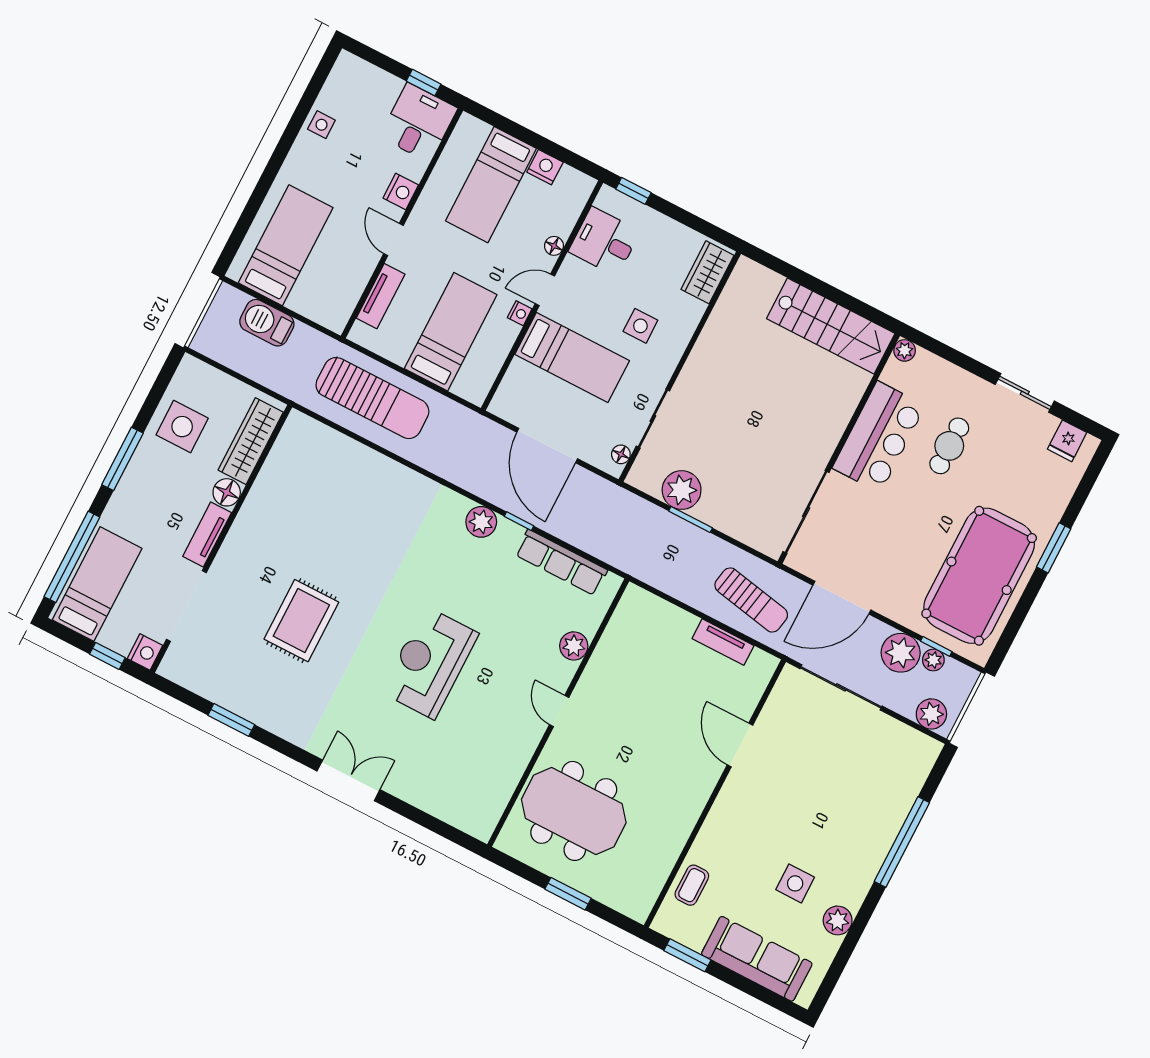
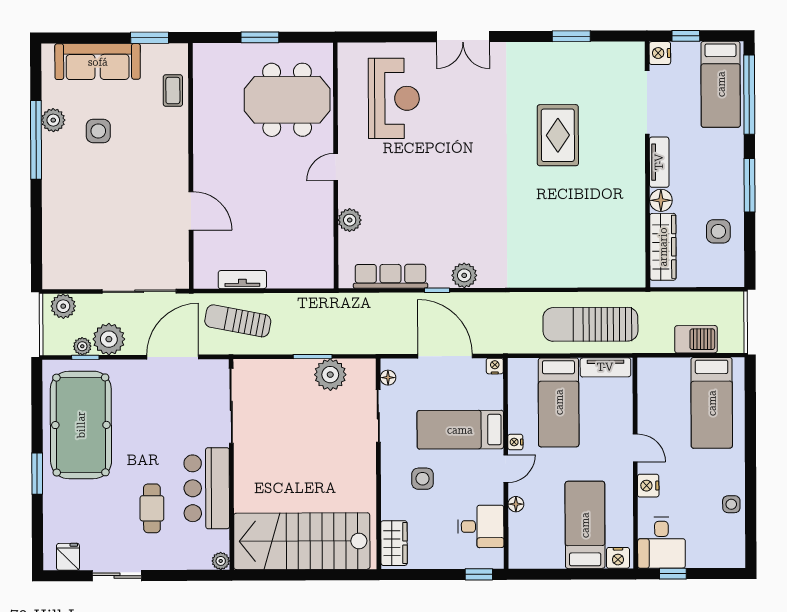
nightstand: (545, 167) -> (618, 558), moved
tv unit: (381, 296) -> (605, 367), moved, turned -90
stairs: (831, 326) -> (302, 541), width x1.36, depth x1.51
nightstand: (499, 407) -> (495, 366), added
side table: (182, 427) -> (718, 231), width x0.73, depth x0.73
reception desk: (430, 663) -> (394, 98), moved
door: (559, 711) -> (336, 167), swing flipped
window: (902, 842) -> (36, 140), moved

